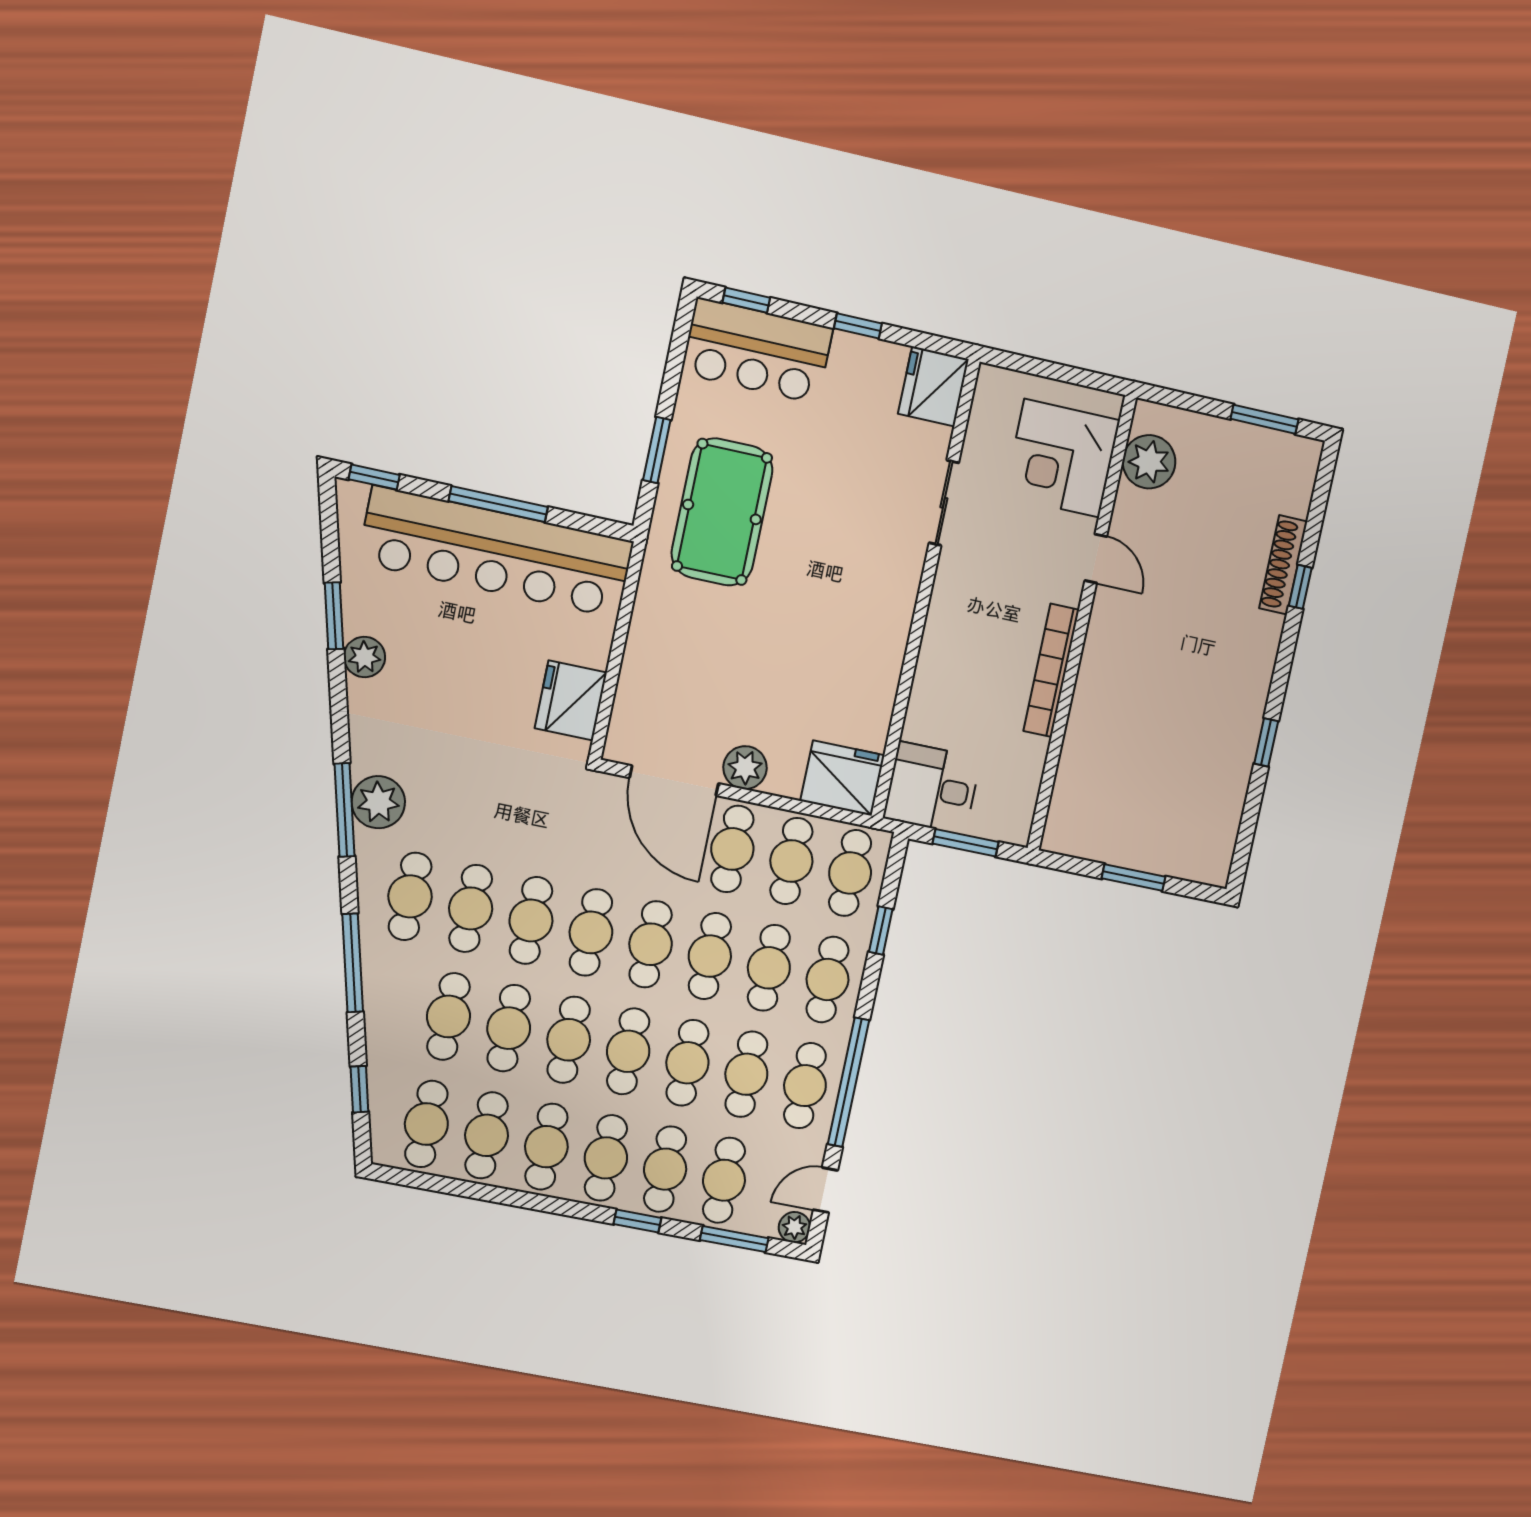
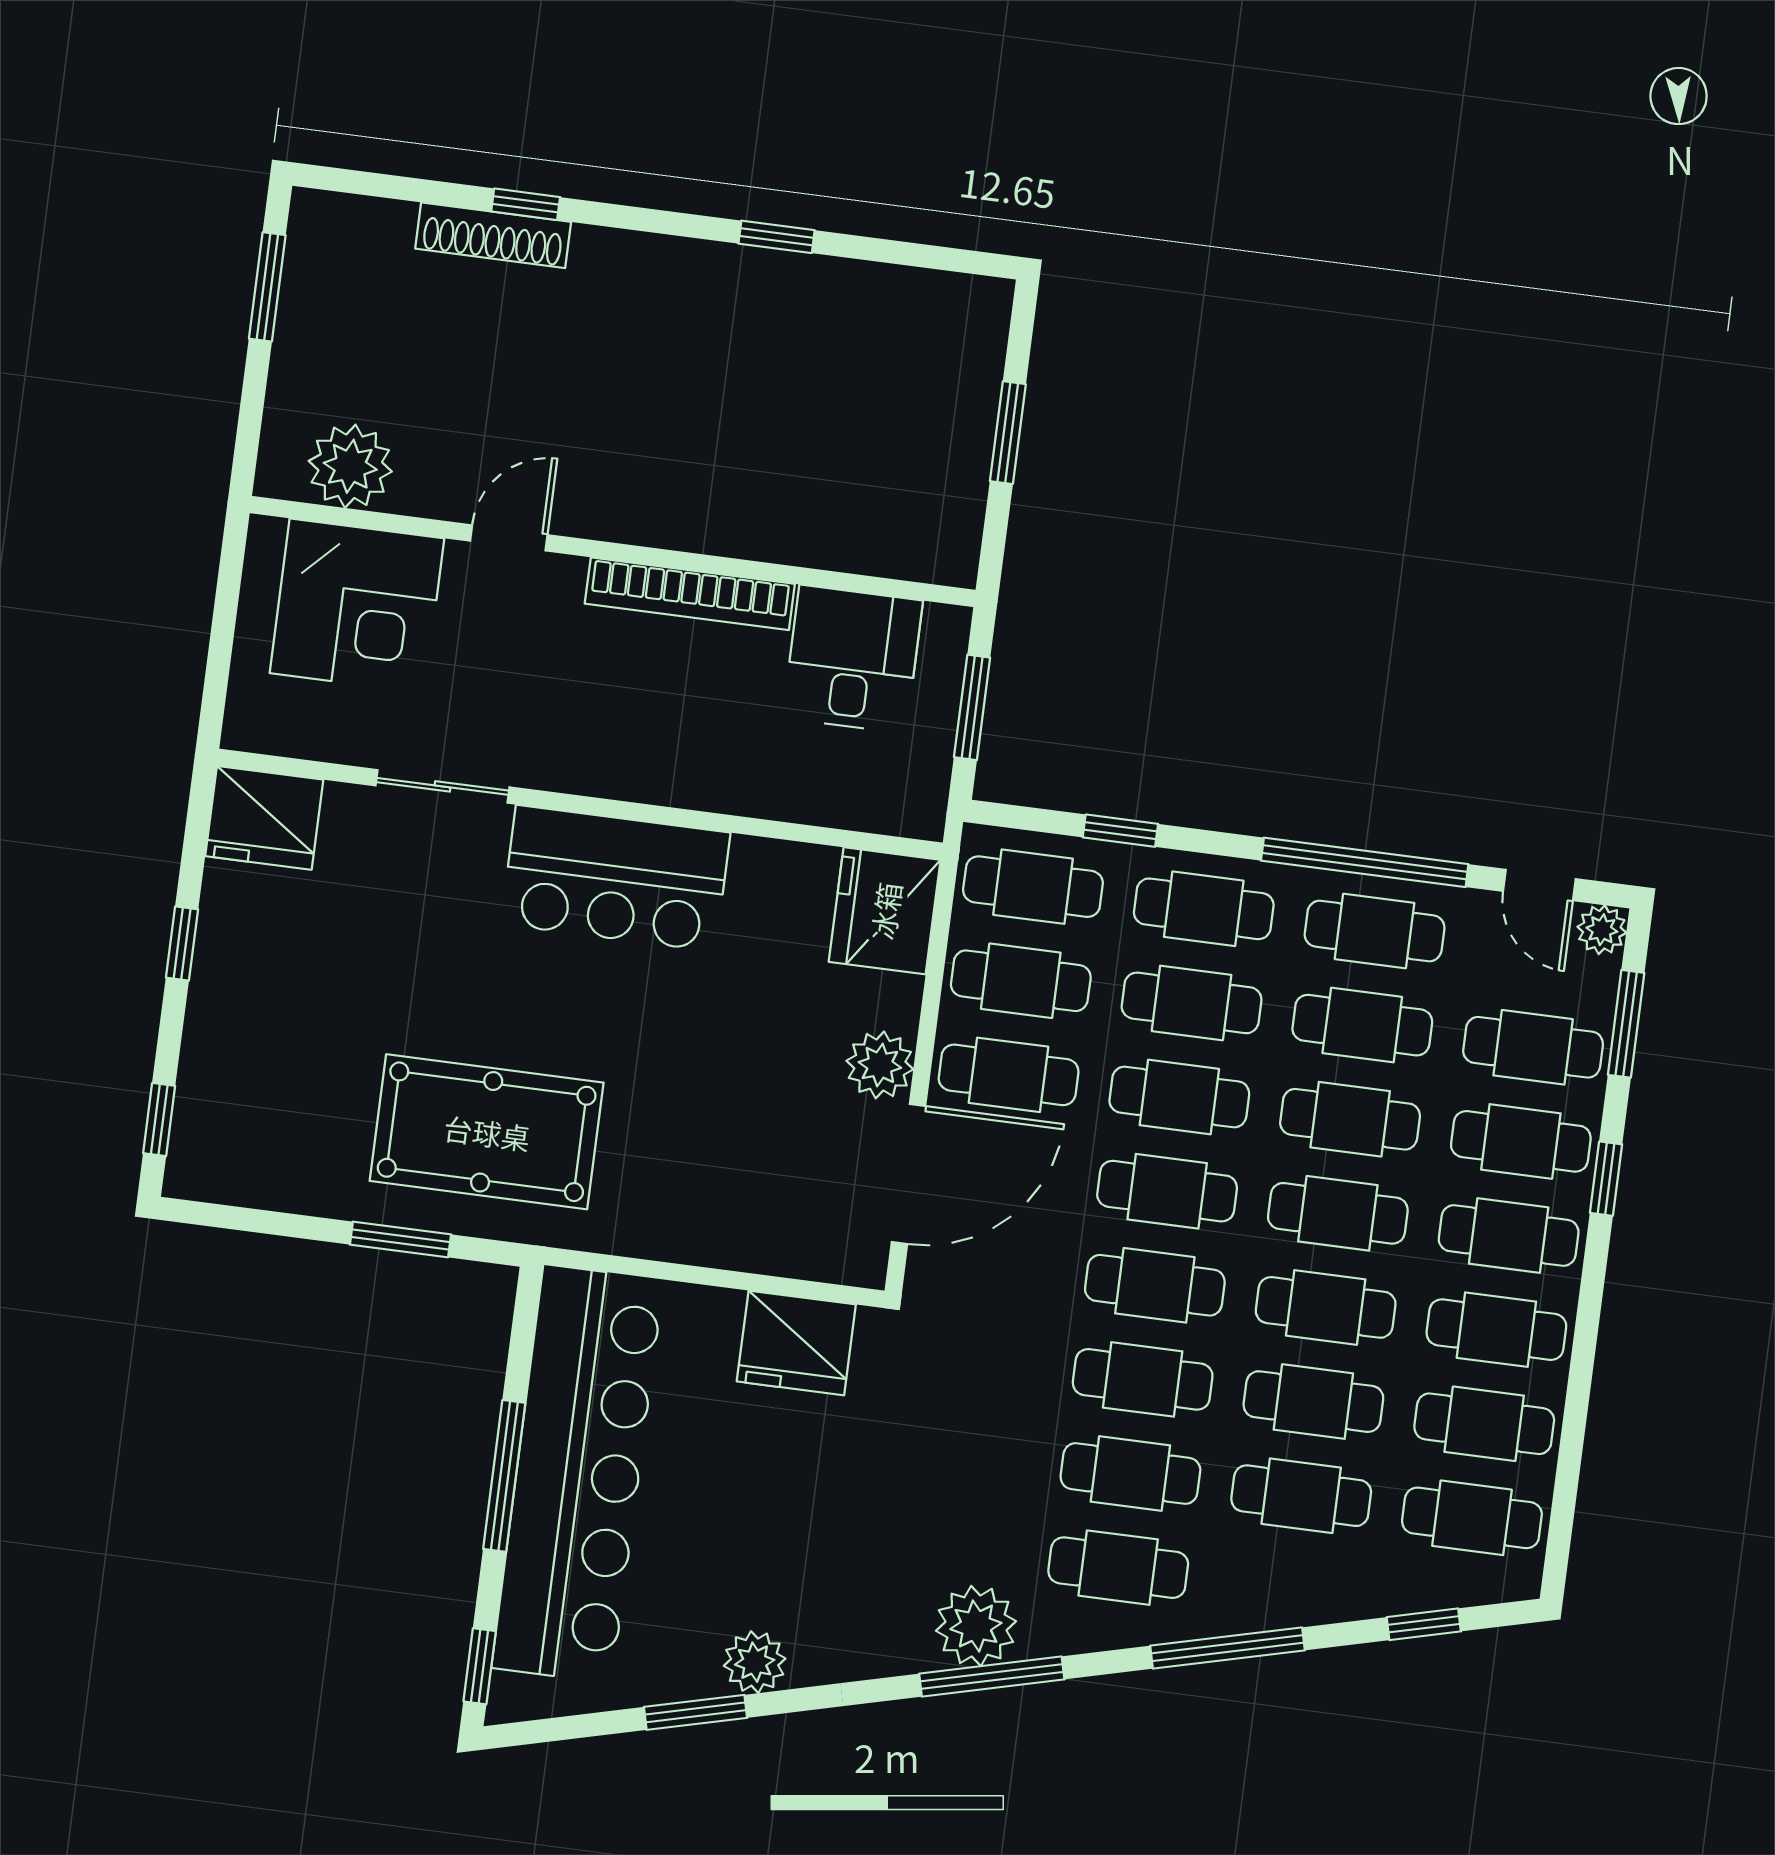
bar counter: (757, 351) -> (616, 878), moved, turned 90
desk: (932, 788) -> (853, 659), moved, turned 180

